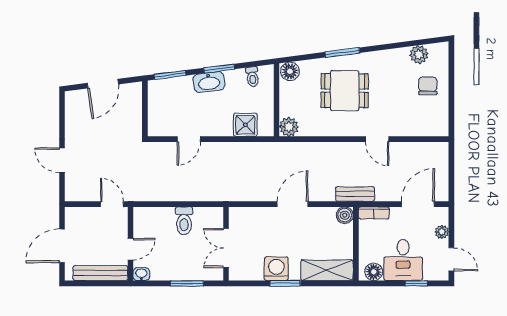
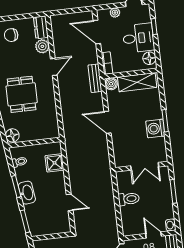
plant: (289, 127) -> (42, 46), moved
dresser: (433, 128) -> (41, 27), added
shelving: (327, 270) -> (137, 82), moved, turned 90

